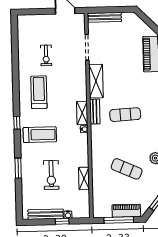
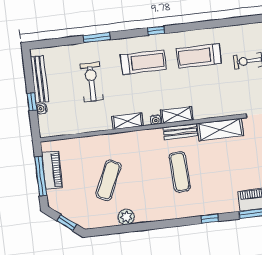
treadmill: (39, 92) -> (199, 56), turned 180
treadmill: (40, 135) -> (143, 62), turned -90
exercise bike: (51, 175) -> (92, 82), turned 90
shelving: (84, 178) -> (128, 121), moved
piano: (126, 211) -> (52, 170), moved

